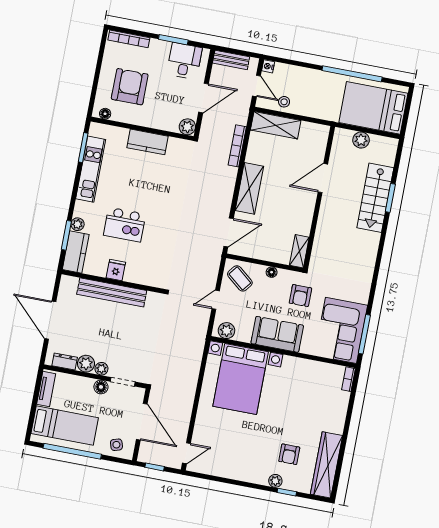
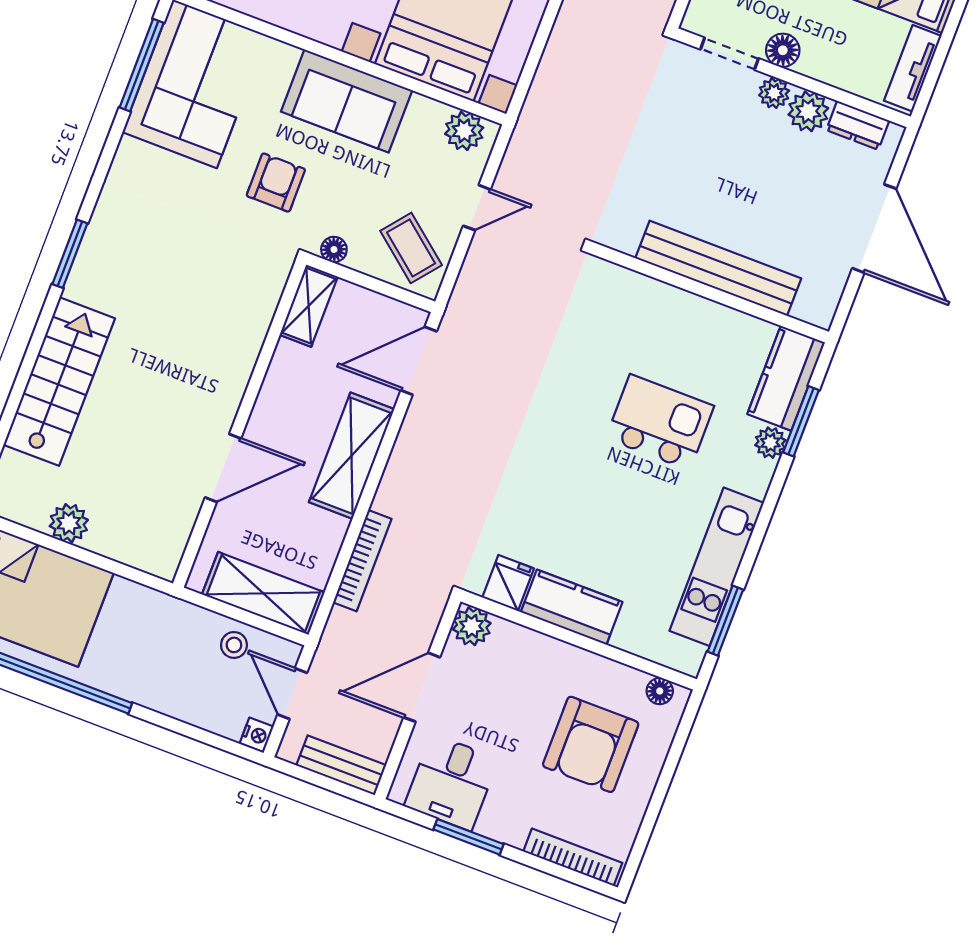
door: (323, 178) -> (223, 468), moved
wall: (319, 197) -> (240, 424), moved
window: (390, 198) -> (70, 254), moved
shelving: (299, 251) -> (309, 306), moved
fridge: (116, 270) -> (508, 583), moved, turned 180

